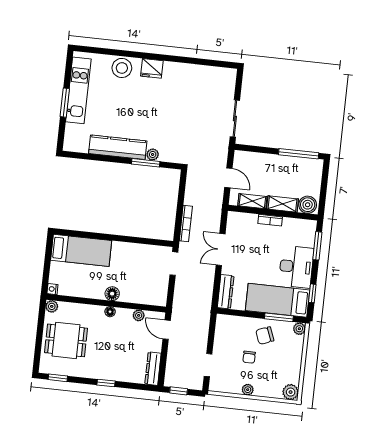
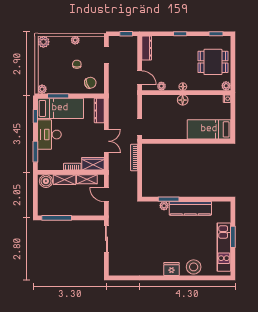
wardrobe: (242, 221) -> (93, 164), added
chair: (265, 336) -> (90, 83), moved

